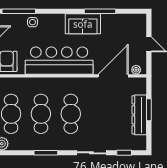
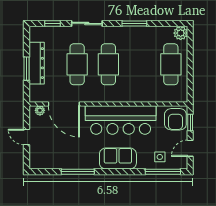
side table: (32, 22) -> (160, 157), moved
sofa: (83, 24) -> (118, 159), moved
door: (113, 76) -> (64, 104), hinge flipped
cafe table: (41, 114) -> (77, 64), moved

